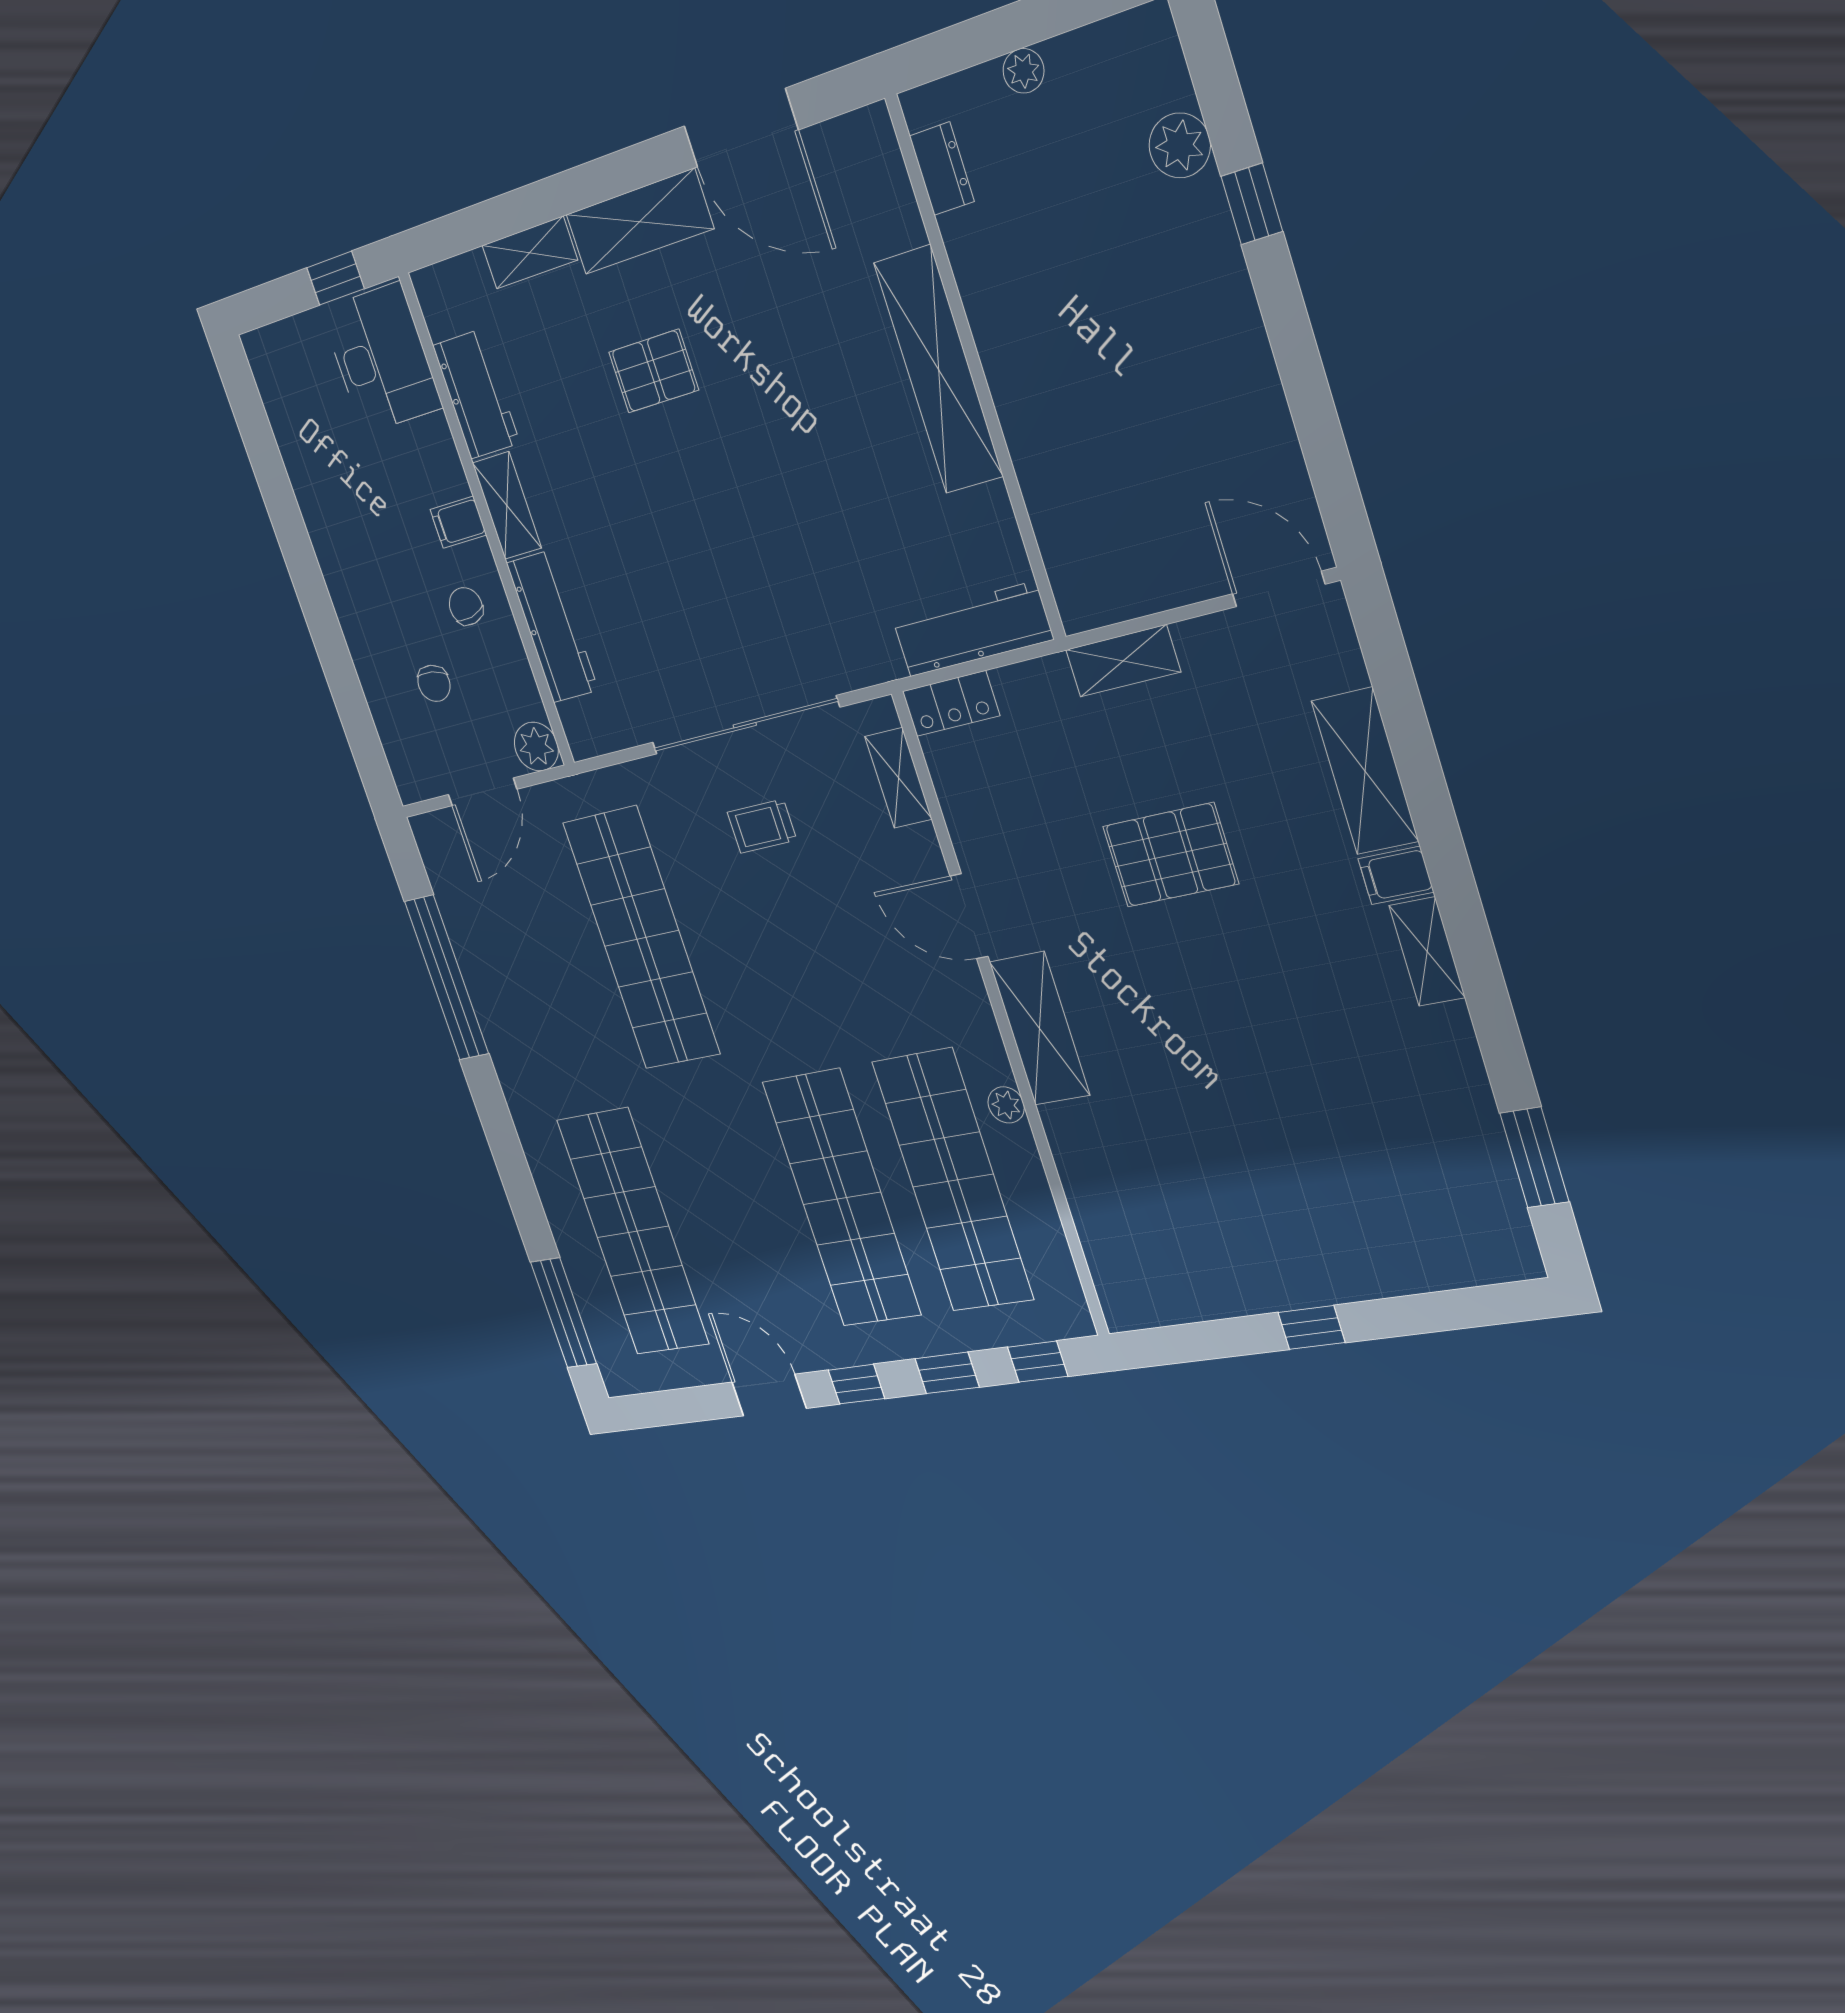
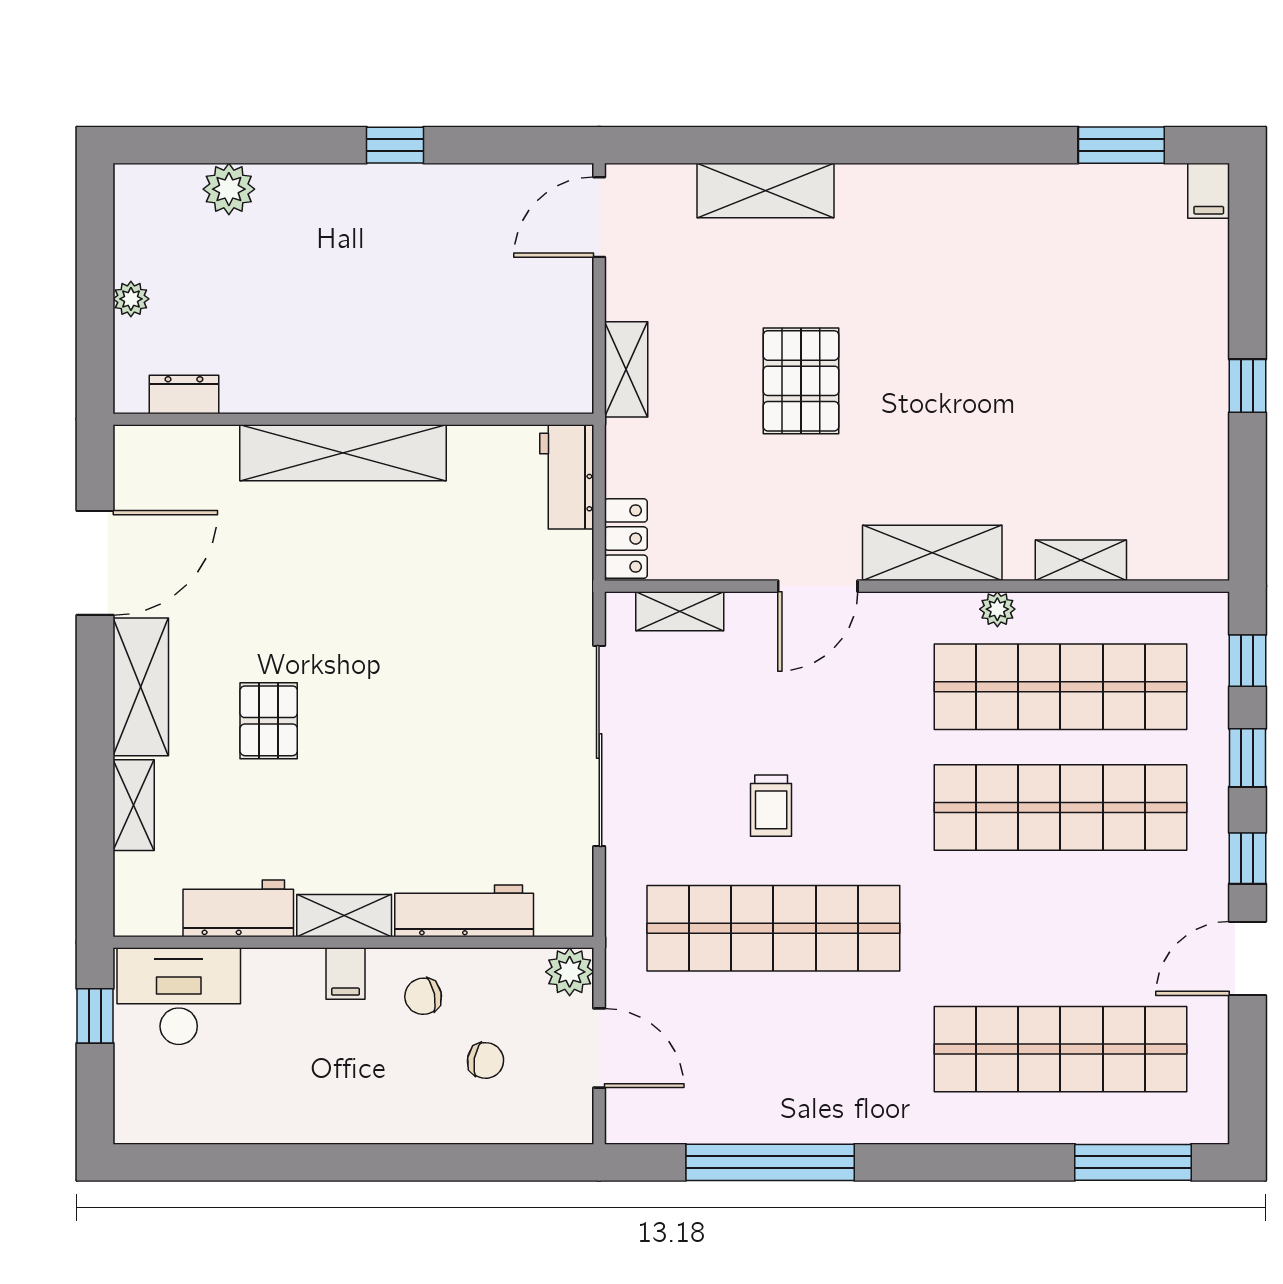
window: (1252, 204) -> (395, 145), moved
workbench: (972, 629) -> (567, 477), width x0.73
trolley: (762, 826) -> (771, 806), moved
filing cabinet: (1396, 875) -> (1209, 191), moved
shelving: (1427, 952) -> (1081, 560), moved

